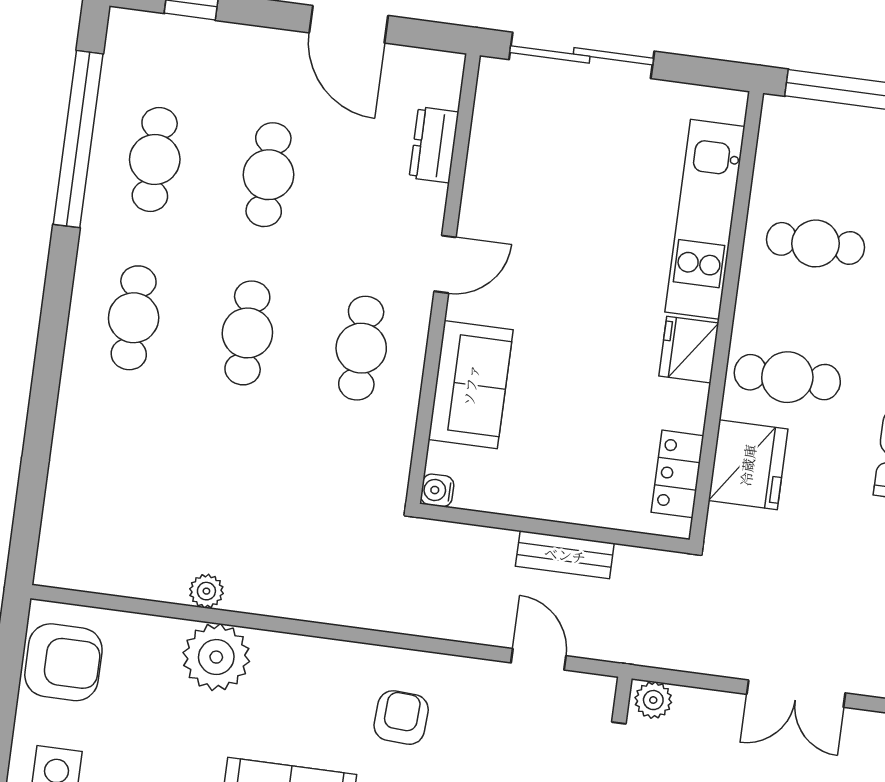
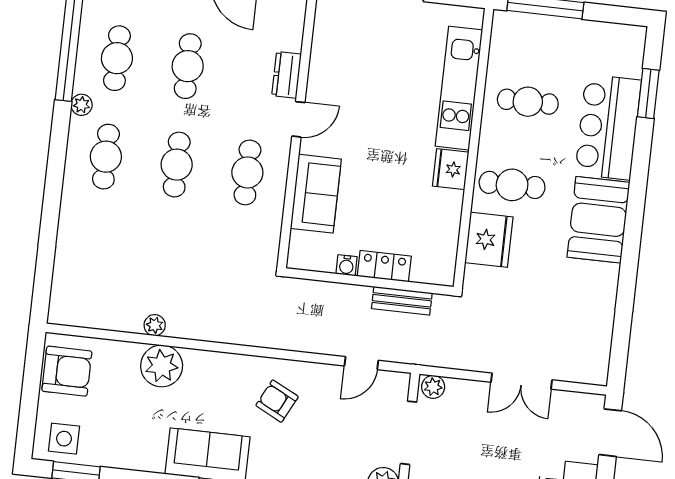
dresser: (434, 145) -> (287, 75), moved
plant: (96, 233) -> (82, 105), added
locker: (677, 474) -> (384, 266), moved, turned 90
water cooler: (437, 490) -> (346, 265), moved, turned -90
bench: (565, 555) -> (402, 301), moved
door: (538, 659) -> (361, 363), swing flipped
armchair: (401, 718) -> (277, 401), turned -66

